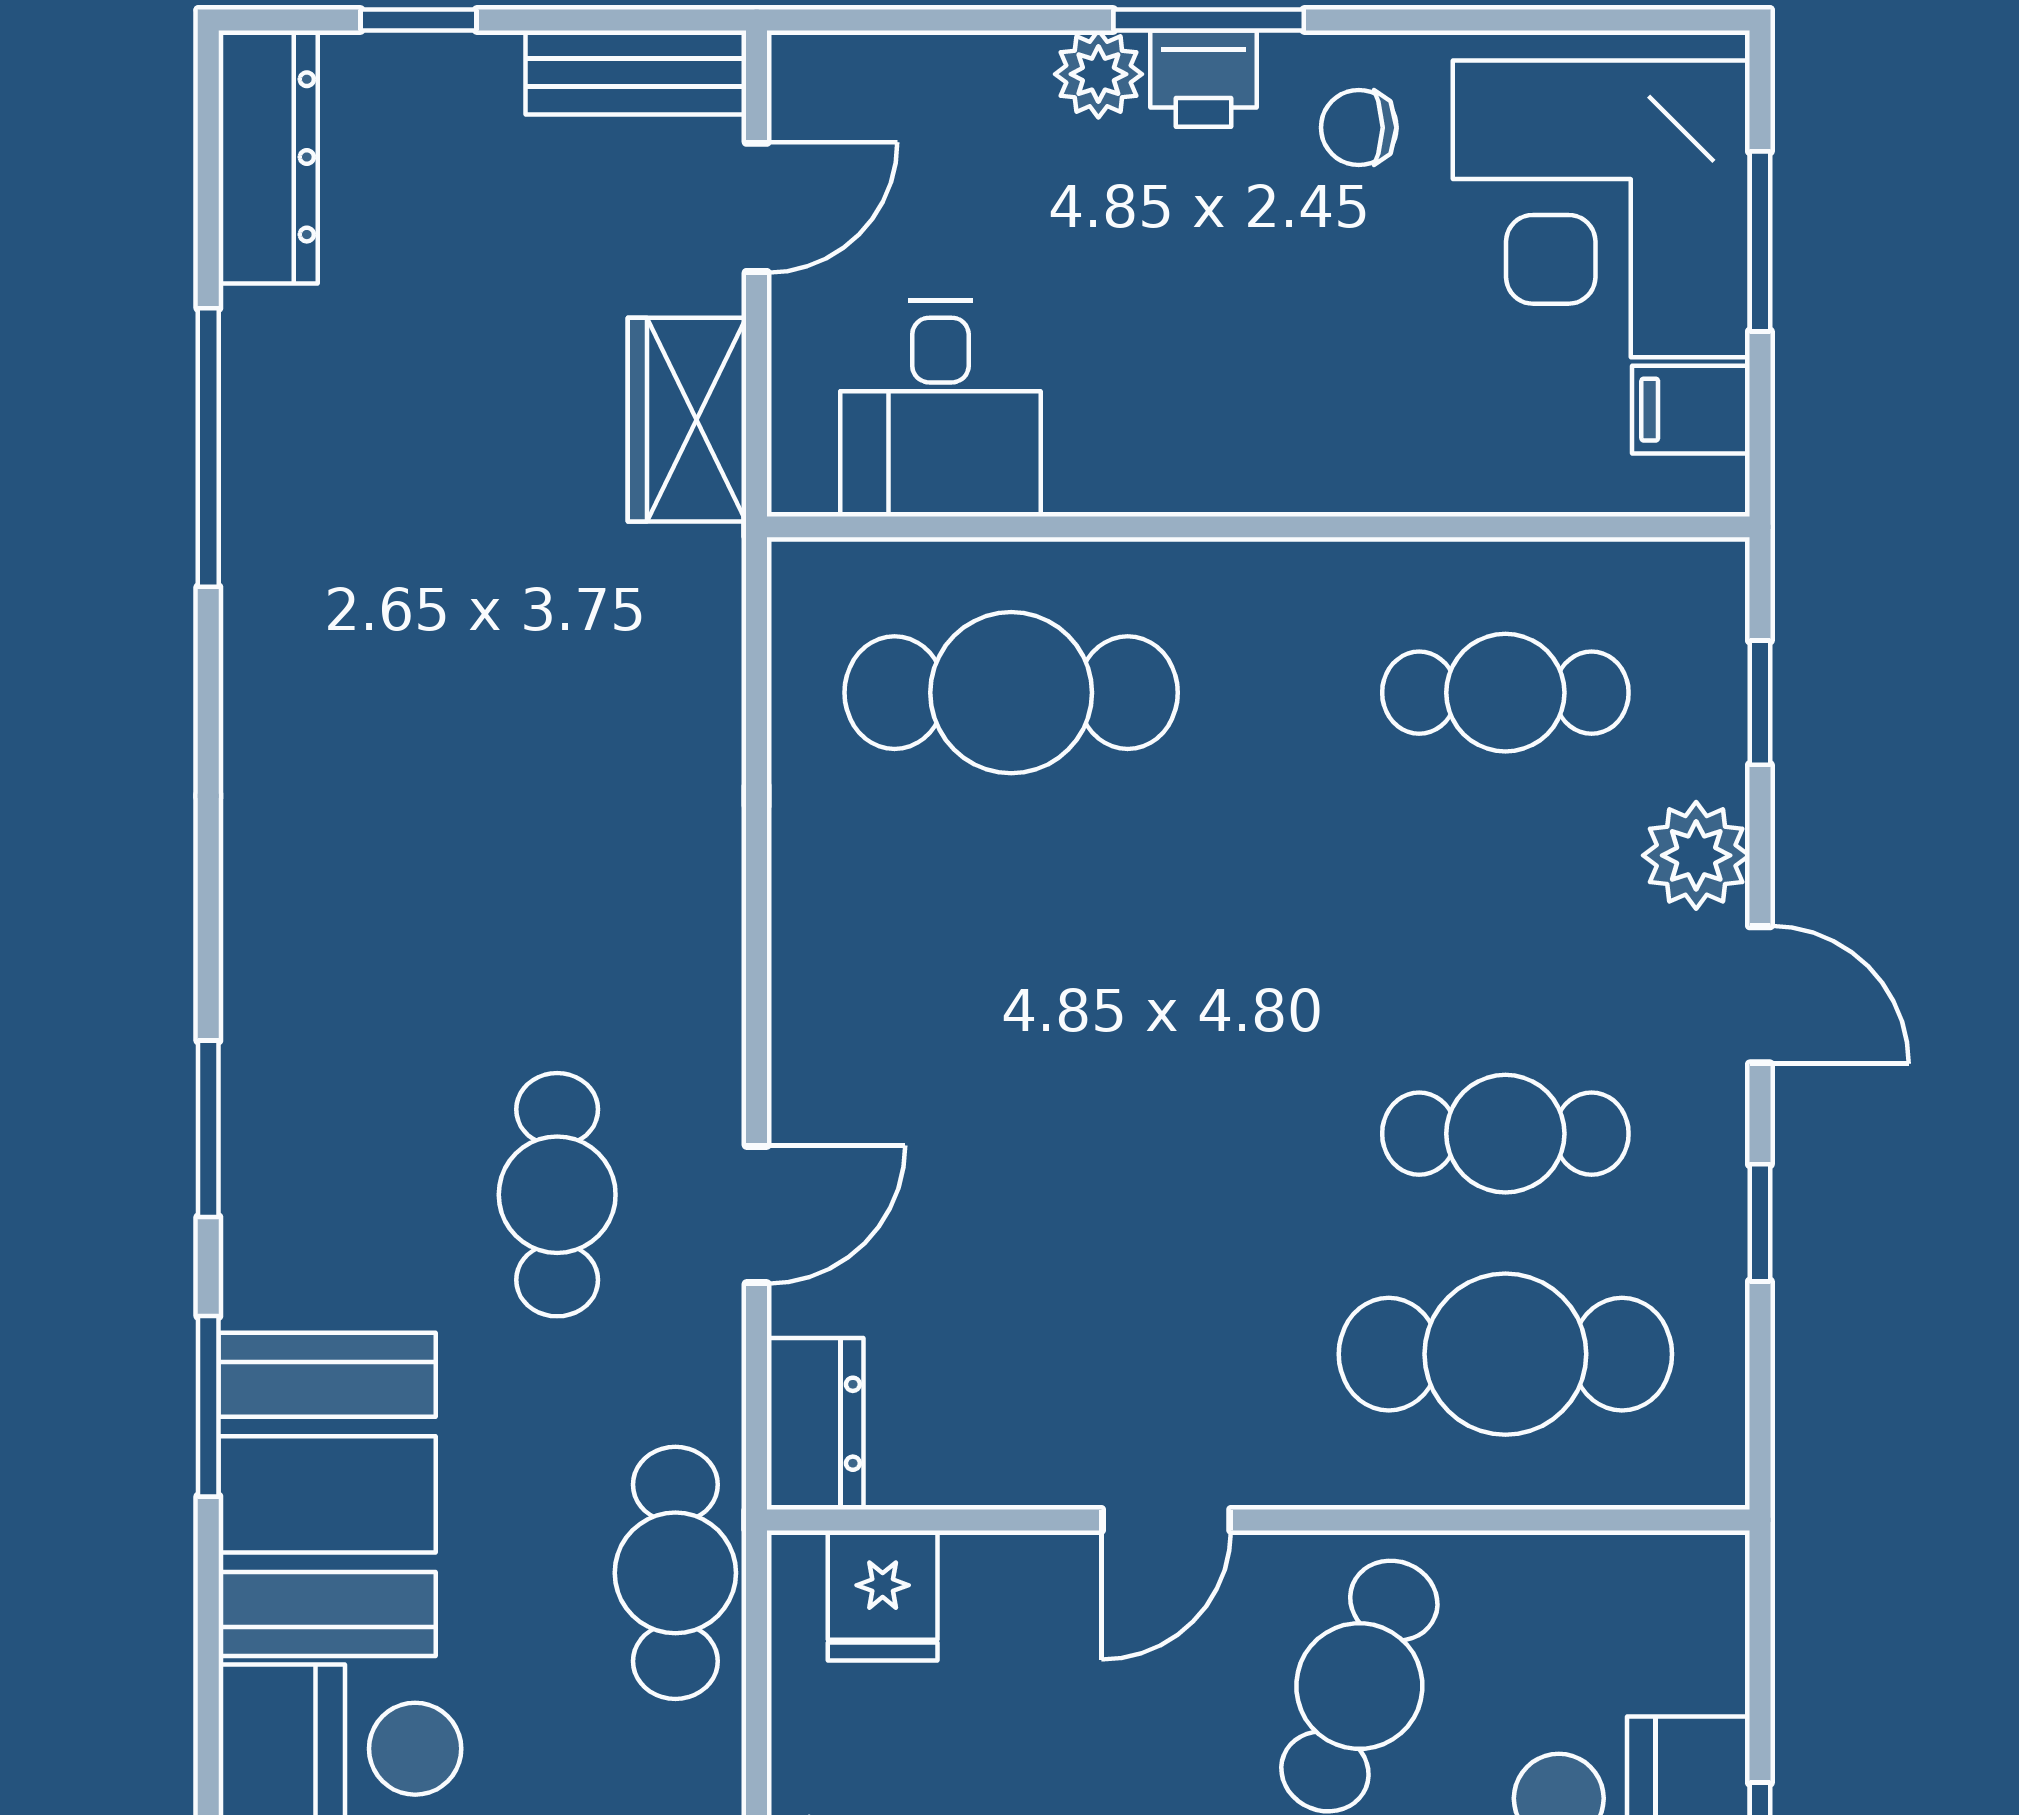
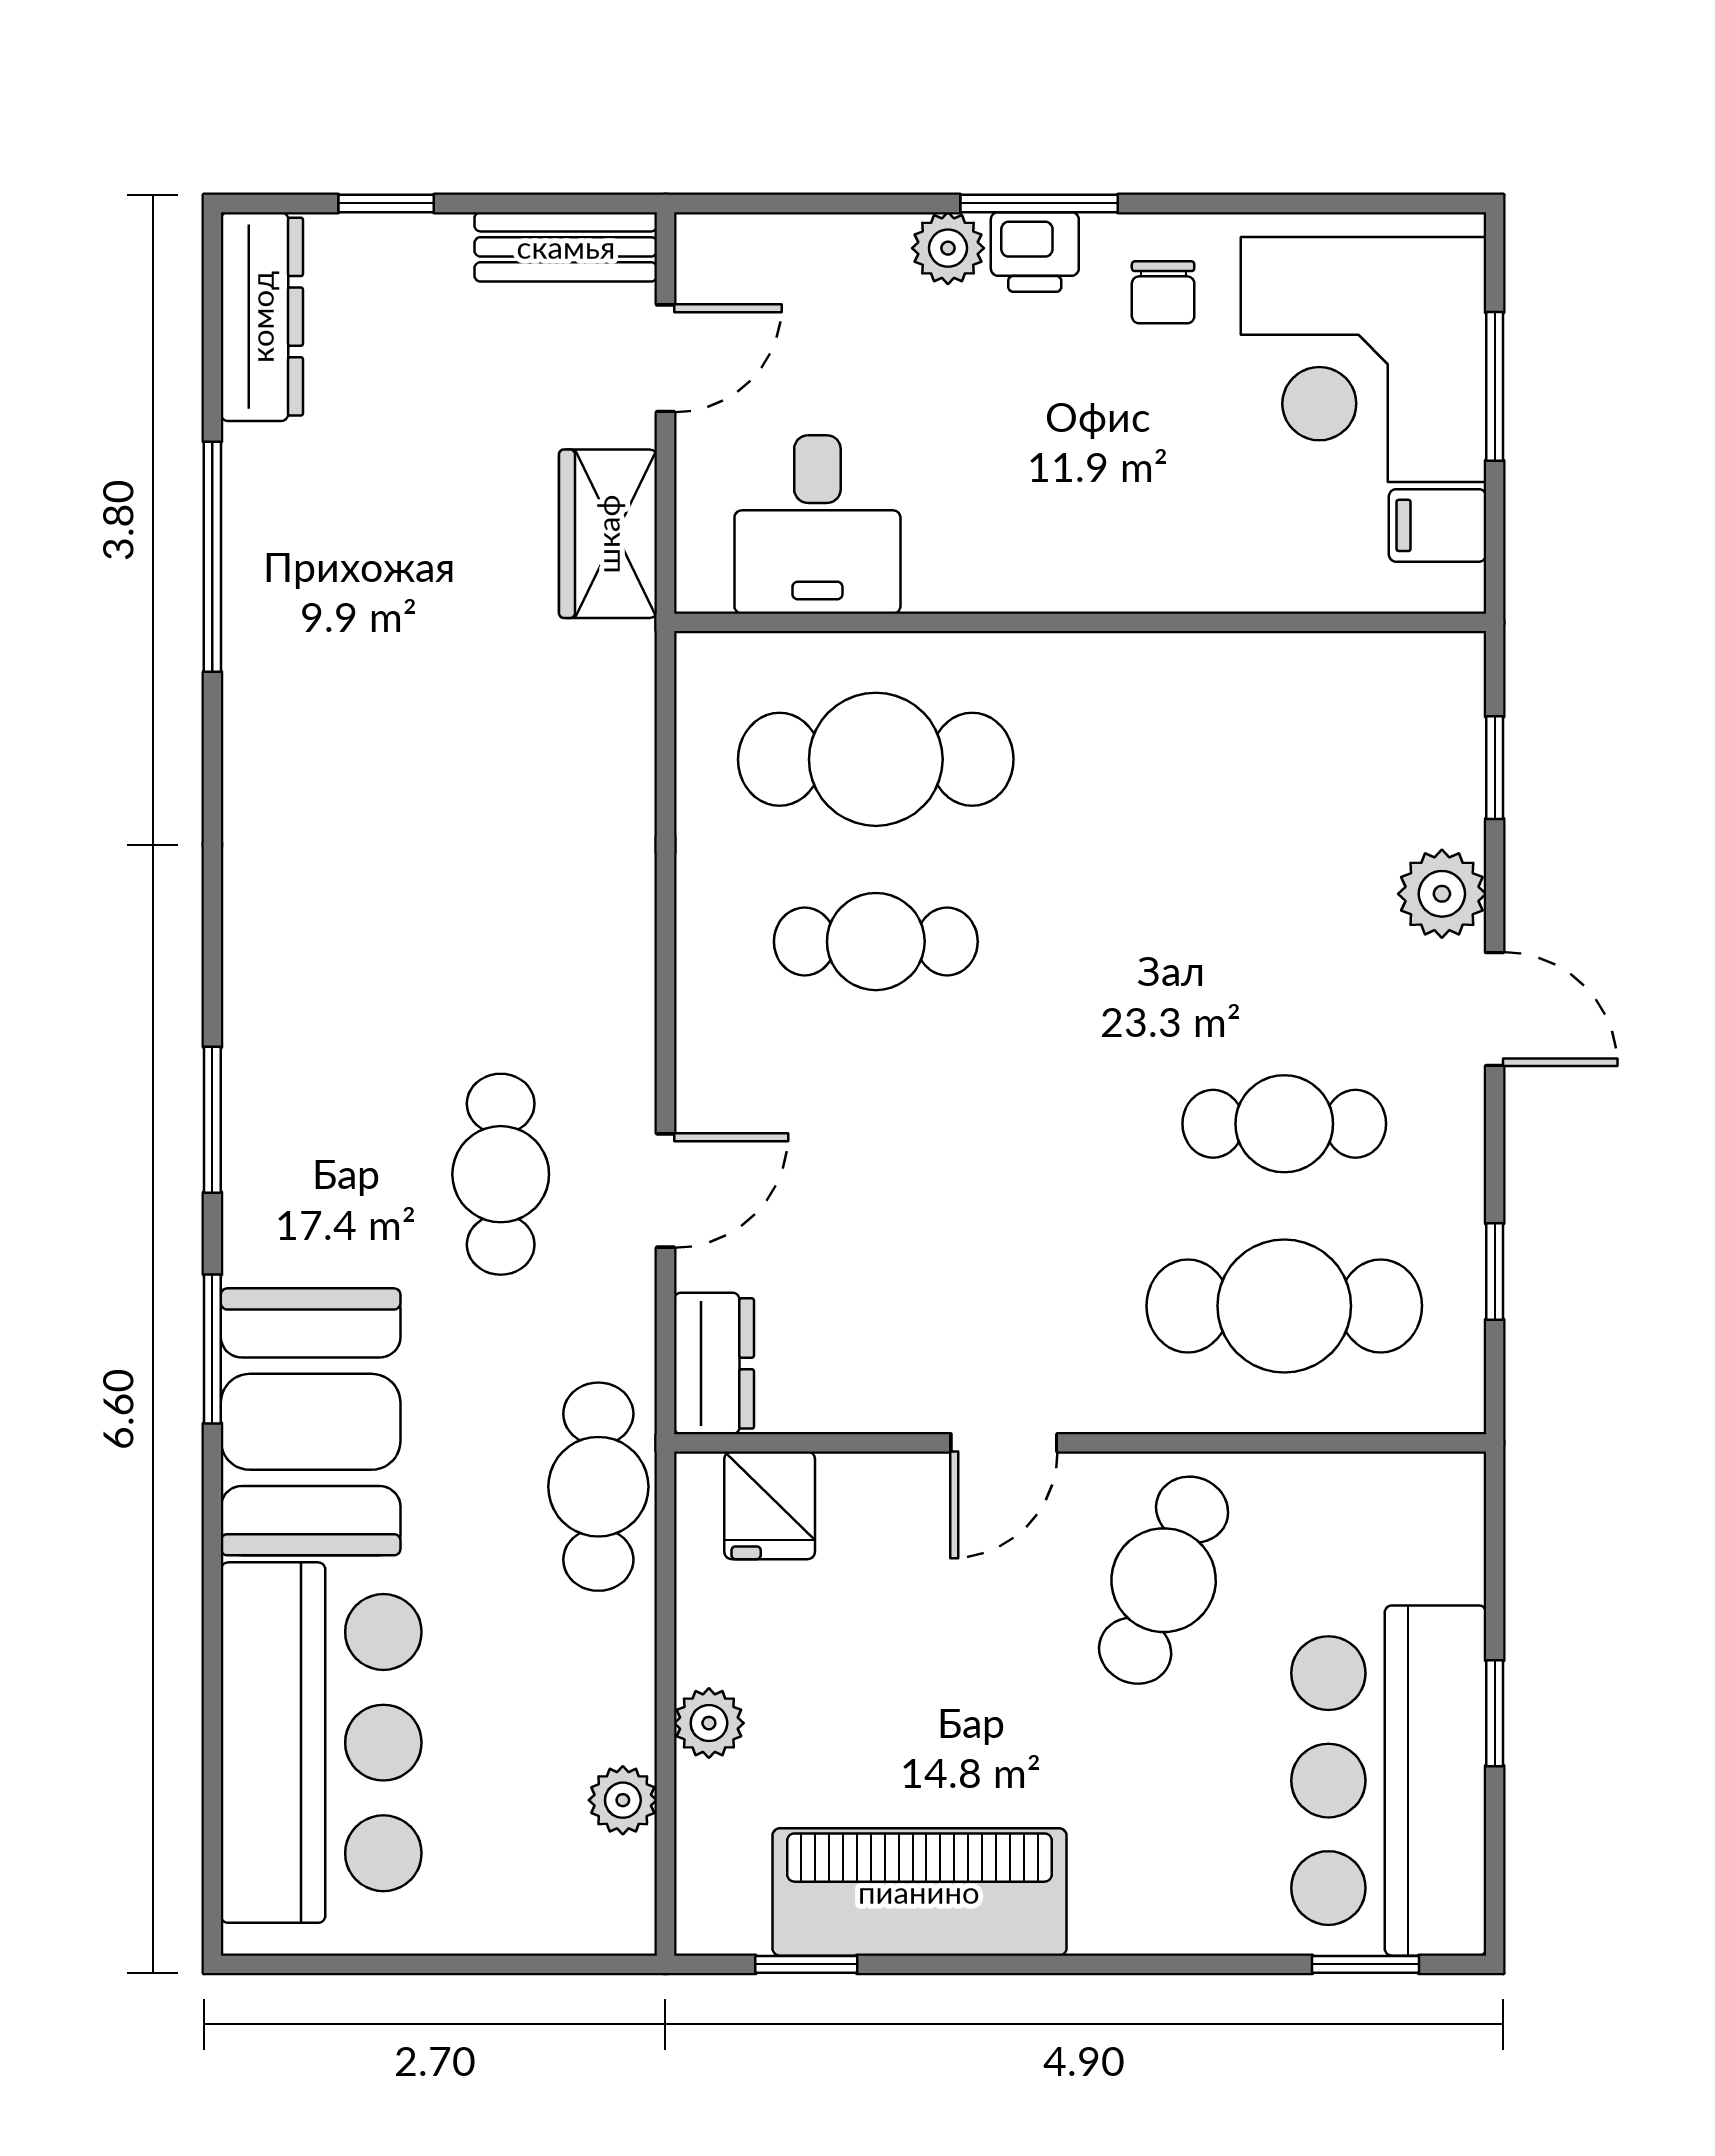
chair: (1359, 128) -> (1163, 292), turned -90
cafe table: (1505, 693) -> (876, 942), moved
window: (1760, 1223) -> (1495, 1271), moved

